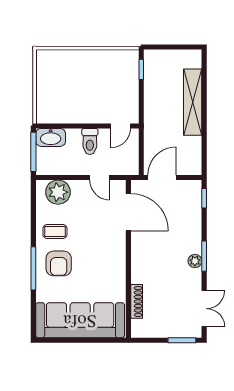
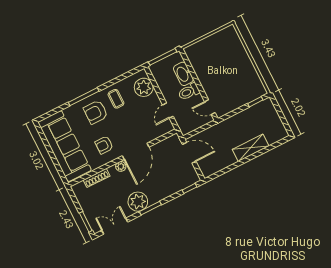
shelving: (193, 102) -> (251, 148), width x0.68
washbasin: (51, 137) -> (183, 74), moved
door: (128, 212) -> (136, 151), moved
plant: (195, 261) -> (138, 202), width x1.87, depth x1.87
plant: (137, 266) -> (121, 166), added
armchair: (102, 273) -> (104, 145), added
double door: (204, 309) -> (115, 226), swing flipped

